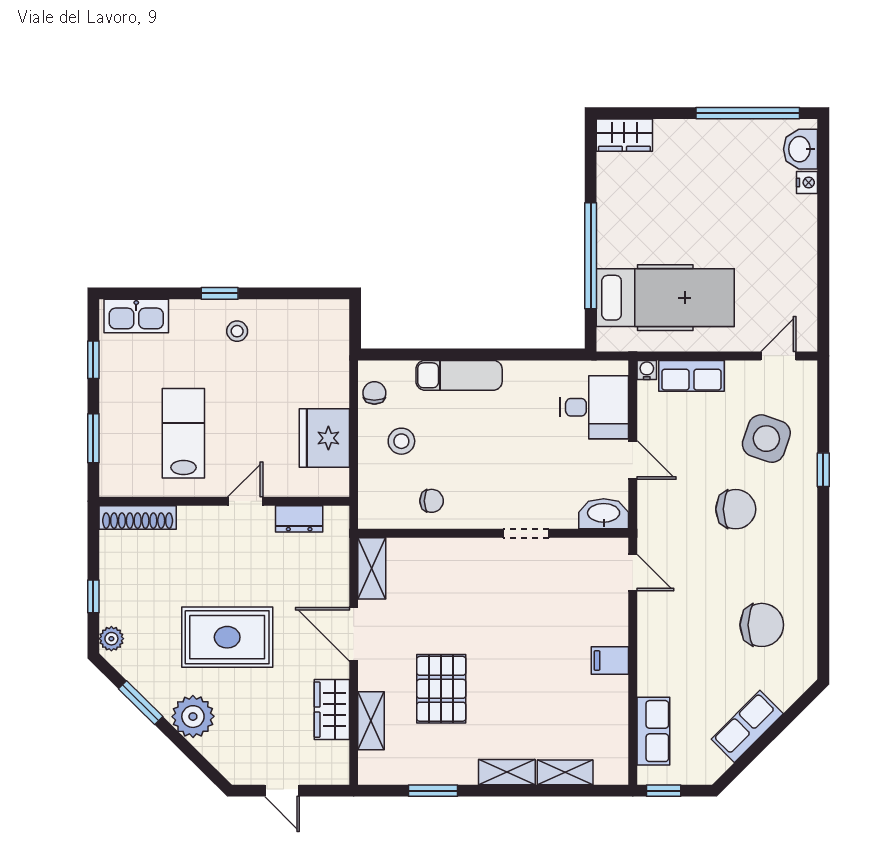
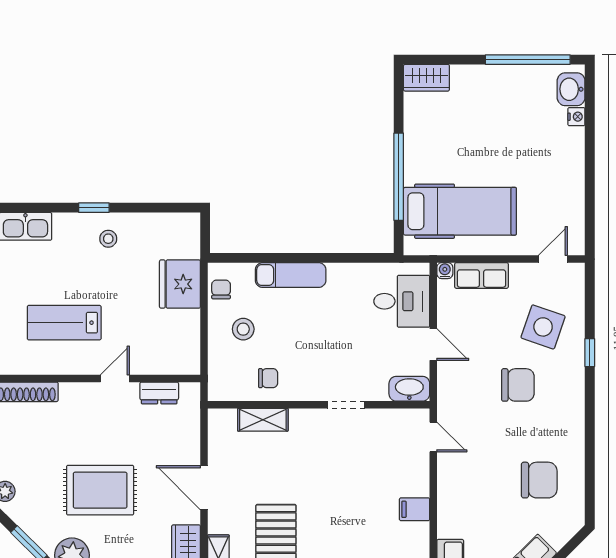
lab bench: (183, 433) -> (64, 323), turned -90
fridge: (324, 438) -> (180, 284), moved
shelving: (372, 568) -> (263, 420), moved, turned 90

